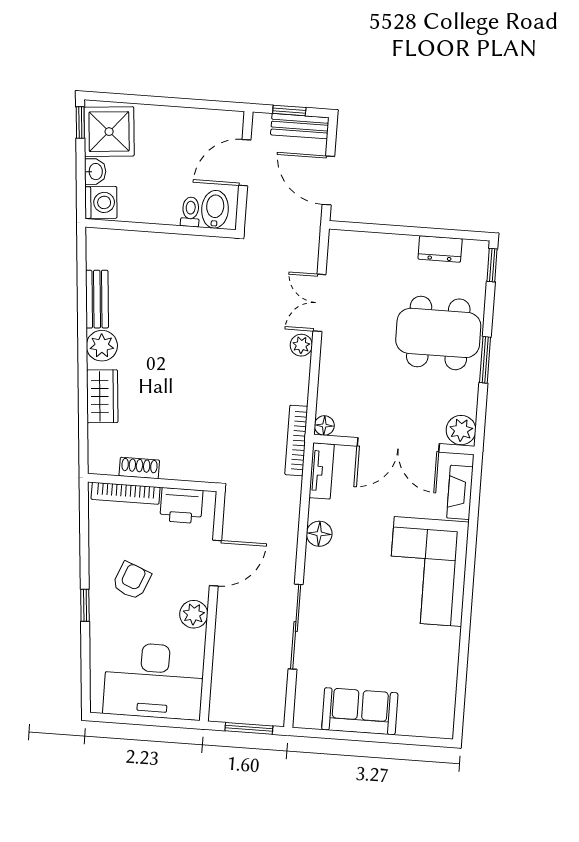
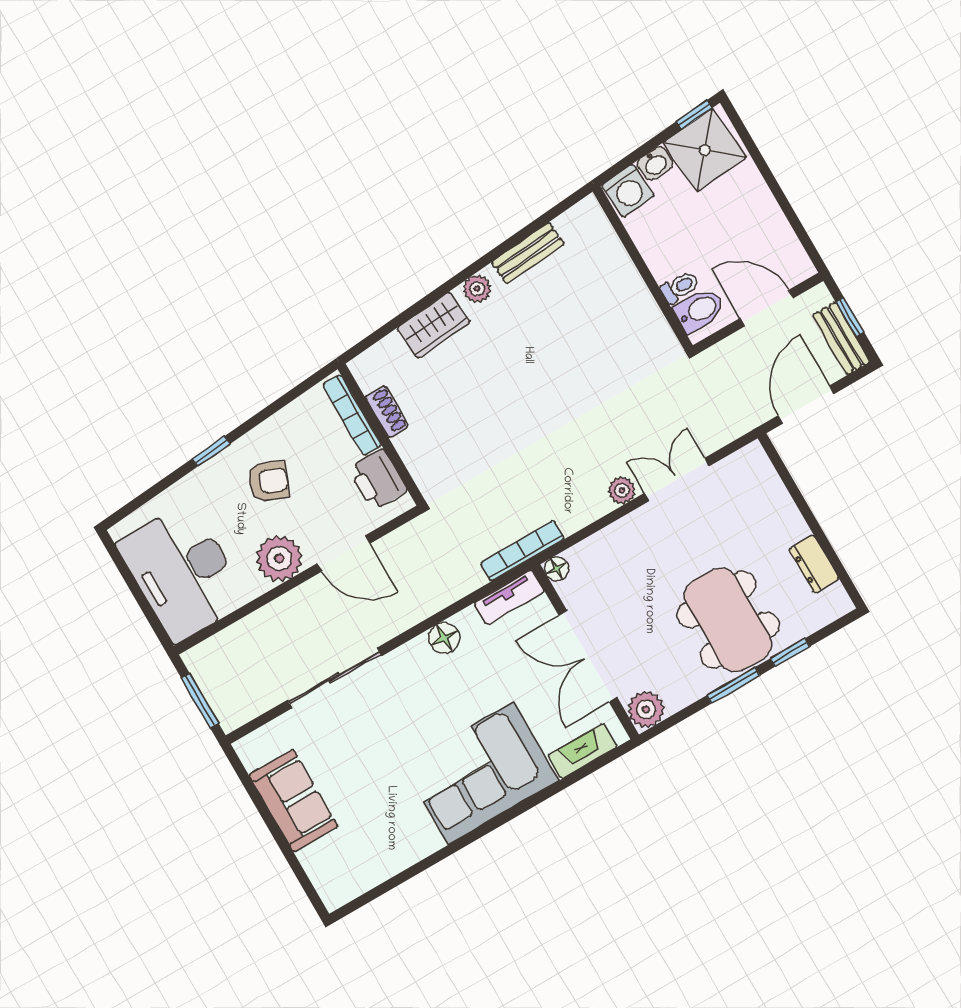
window: (492, 265) -> (790, 652), moved
plant: (102, 346) -> (477, 289), width x0.73, depth x0.73
plant: (194, 614) -> (279, 558), width x1.36, depth x1.36

